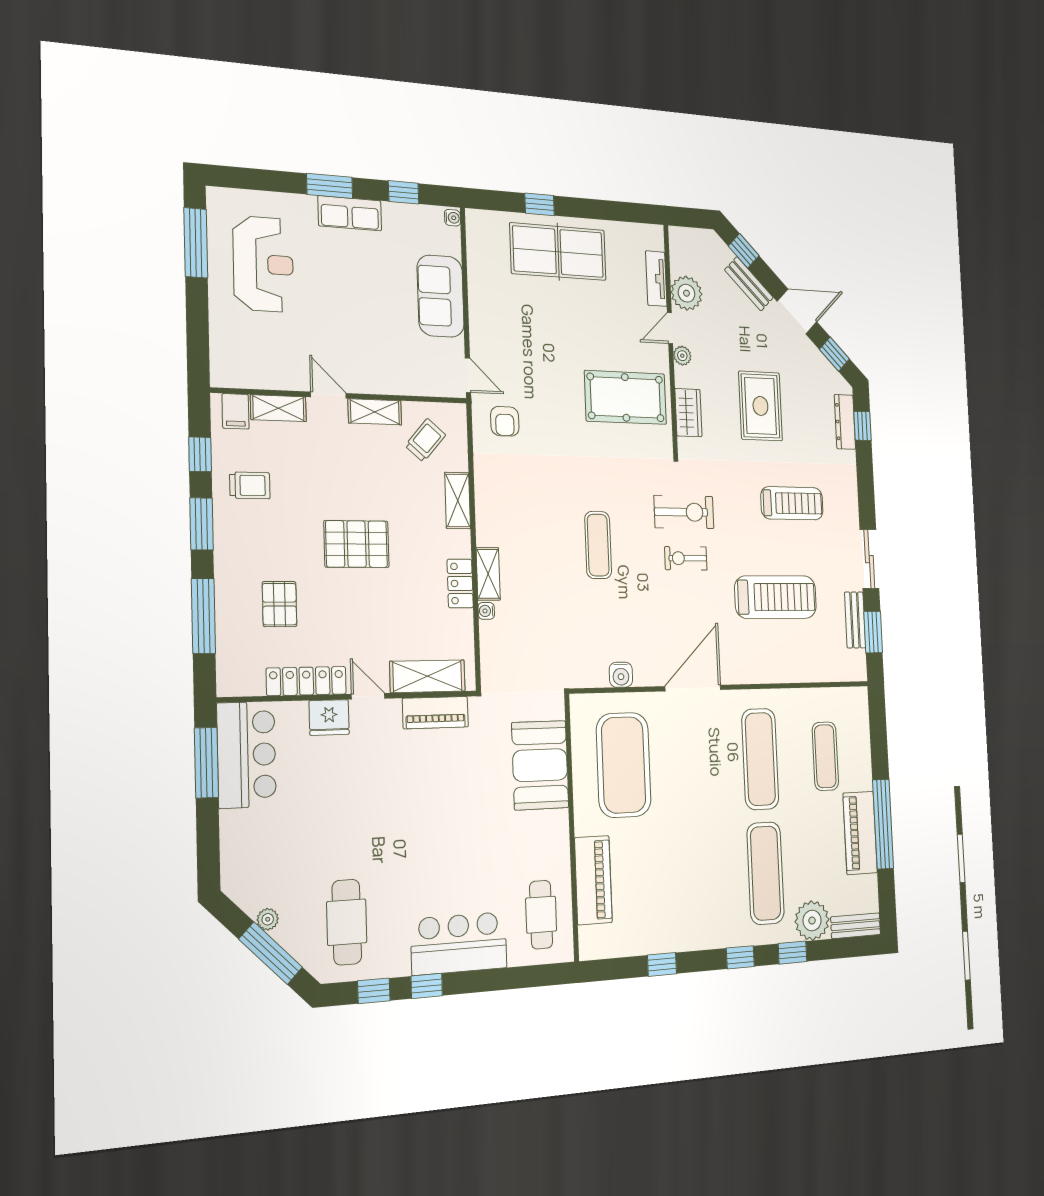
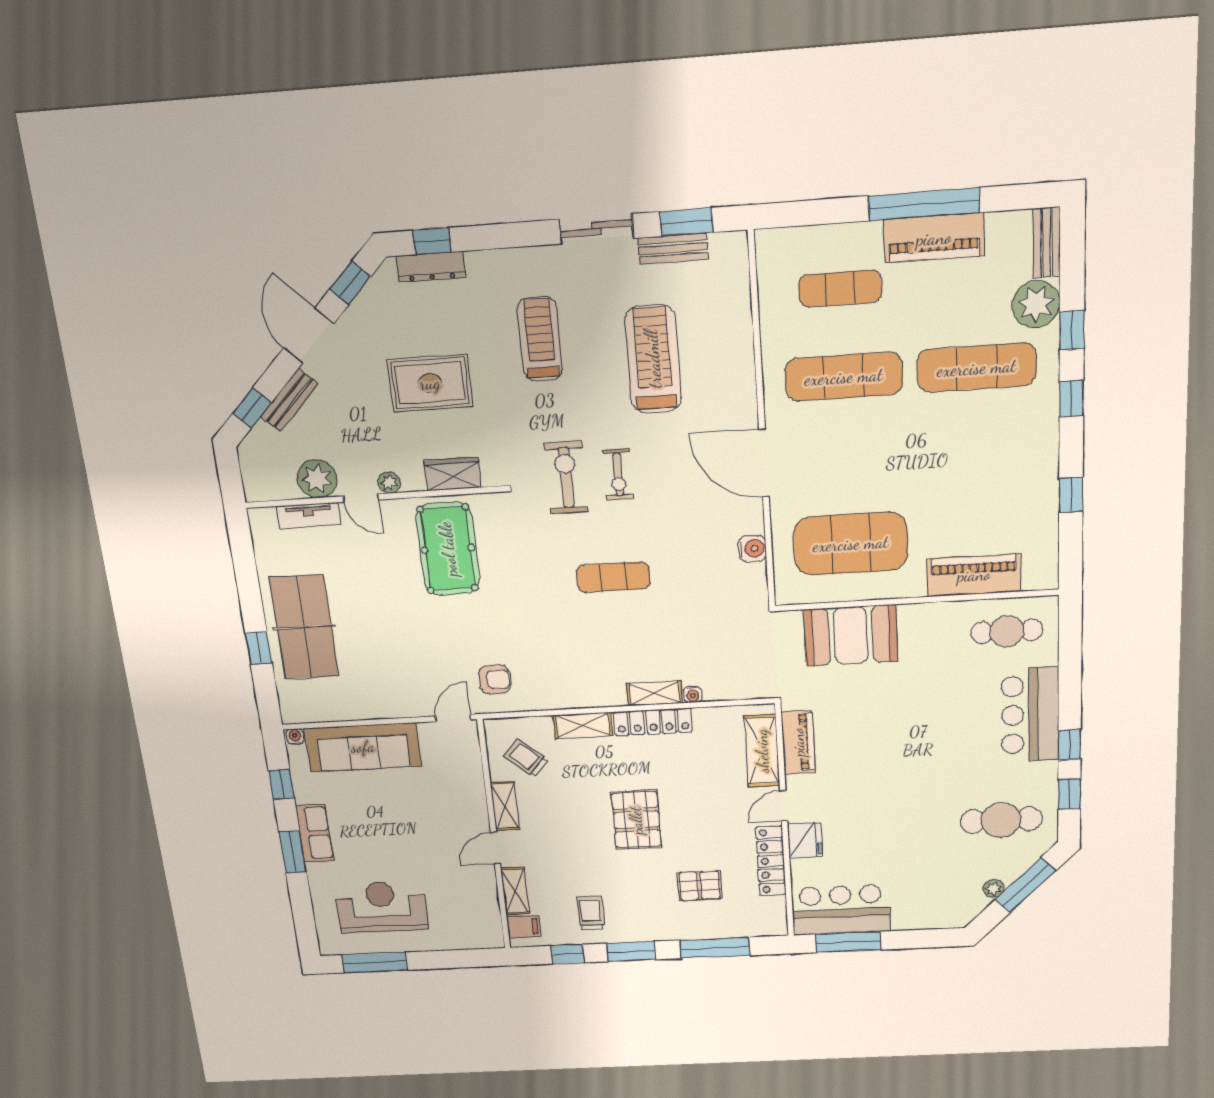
sofa: (441, 296) -> (363, 747), width x1.36
locker: (460, 583) -> (653, 722), width x1.53

